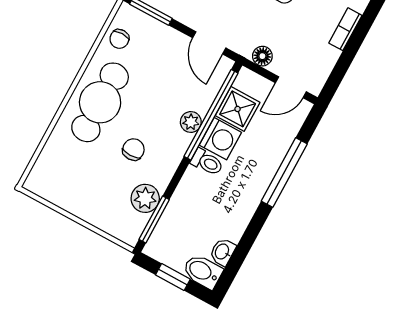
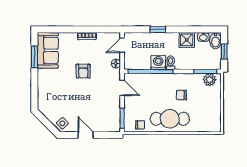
door: (209, 43) -> (122, 88), hinge flipped
door: (291, 87) -> (122, 45), swing flipped
shower: (238, 109) -> (187, 40), moved
plant: (191, 122) -> (158, 78), removed
window: (284, 173) -> (158, 29), width x0.46
plant: (145, 198) -> (210, 80), moved

